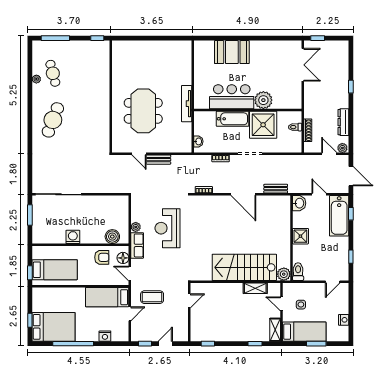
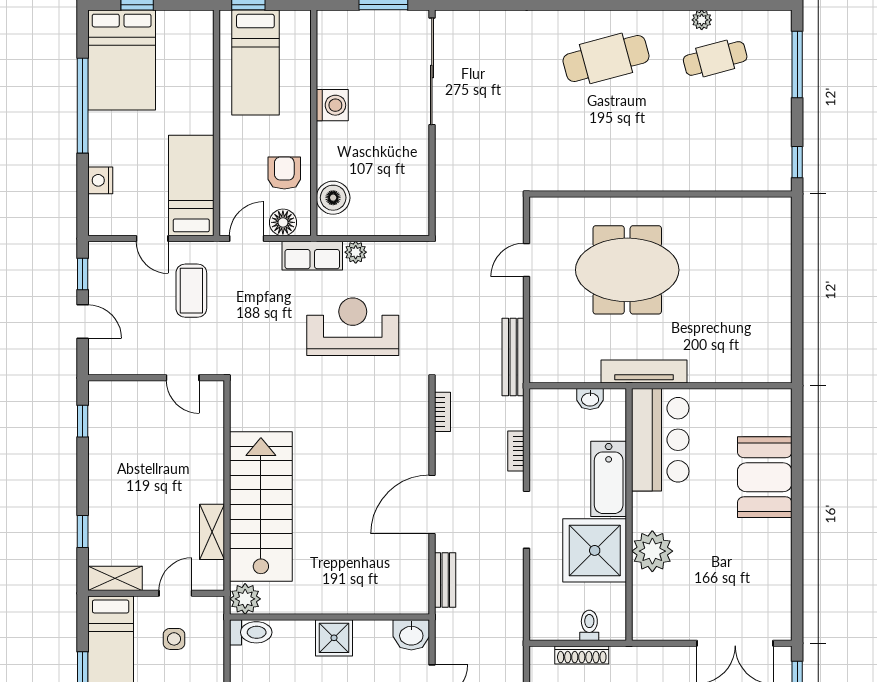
bar counter: (232, 97) -> (660, 440), moved
cafe table: (53, 120) -> (606, 58), turned -36
washbasin: (198, 141) -> (590, 399), moved
bench: (158, 160) -> (513, 357), moved, width x1.36
armchair: (102, 257) -> (284, 173), turned 180

